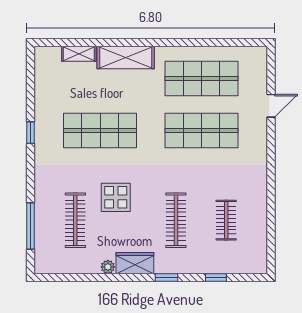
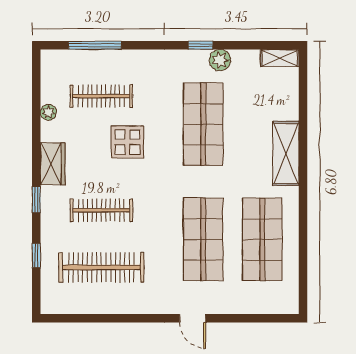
shelving: (79, 54) -> (280, 58), moved, turned 90
door: (271, 106) -> (193, 318), moved
plant: (44, 116) -> (220, 60), added
clothes rail: (226, 220) -> (101, 267), width x1.86, depth x1.31
plant: (108, 267) -> (48, 112), moved

